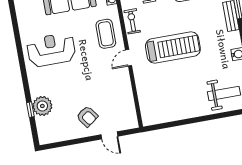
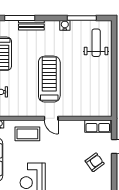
exercise bike: (132, 21) -> (21, 110), removed
row of seats: (129, 113) -> (98, 126), added

